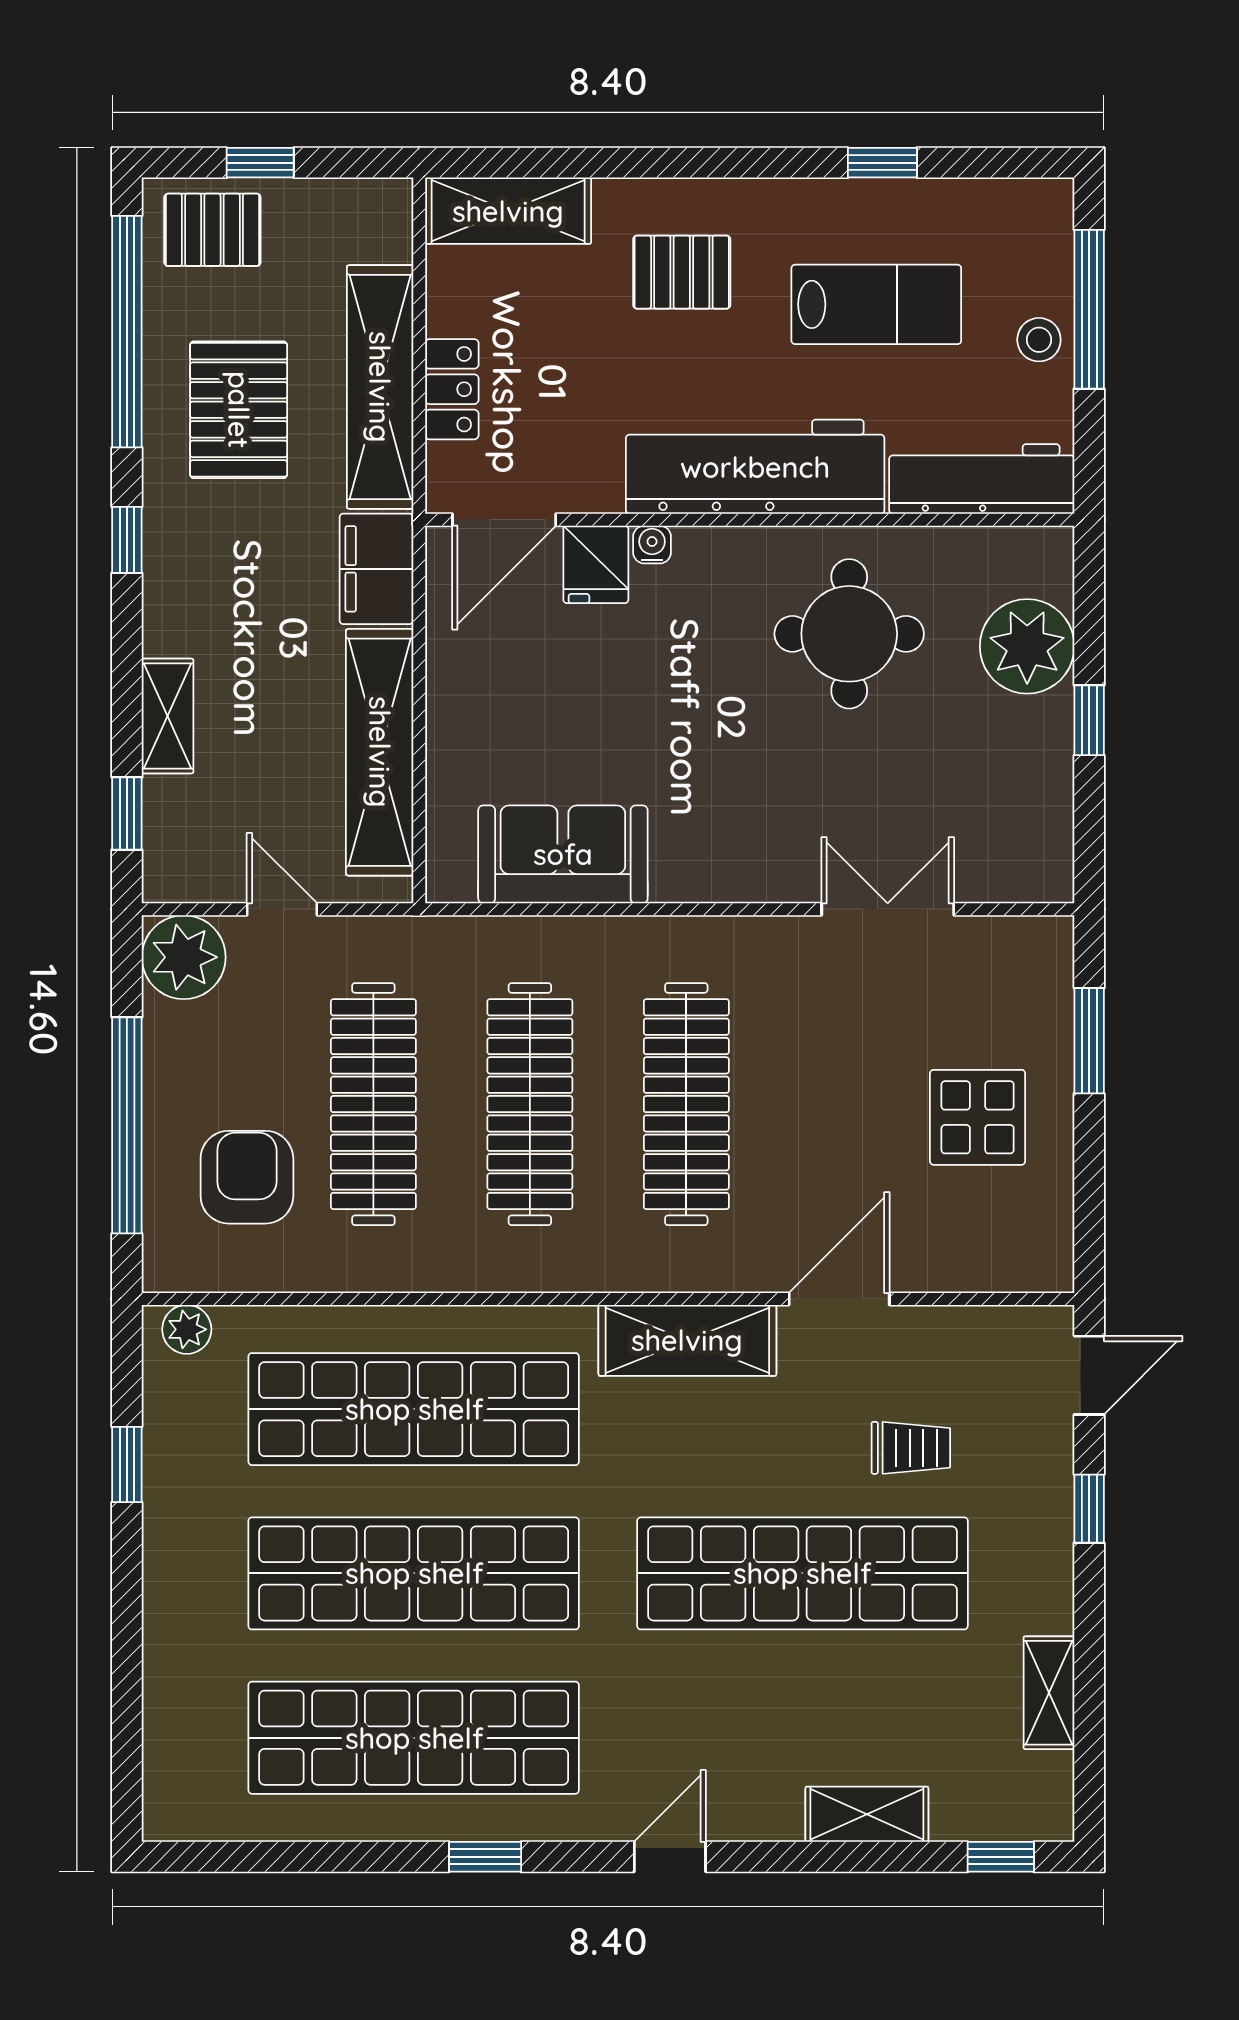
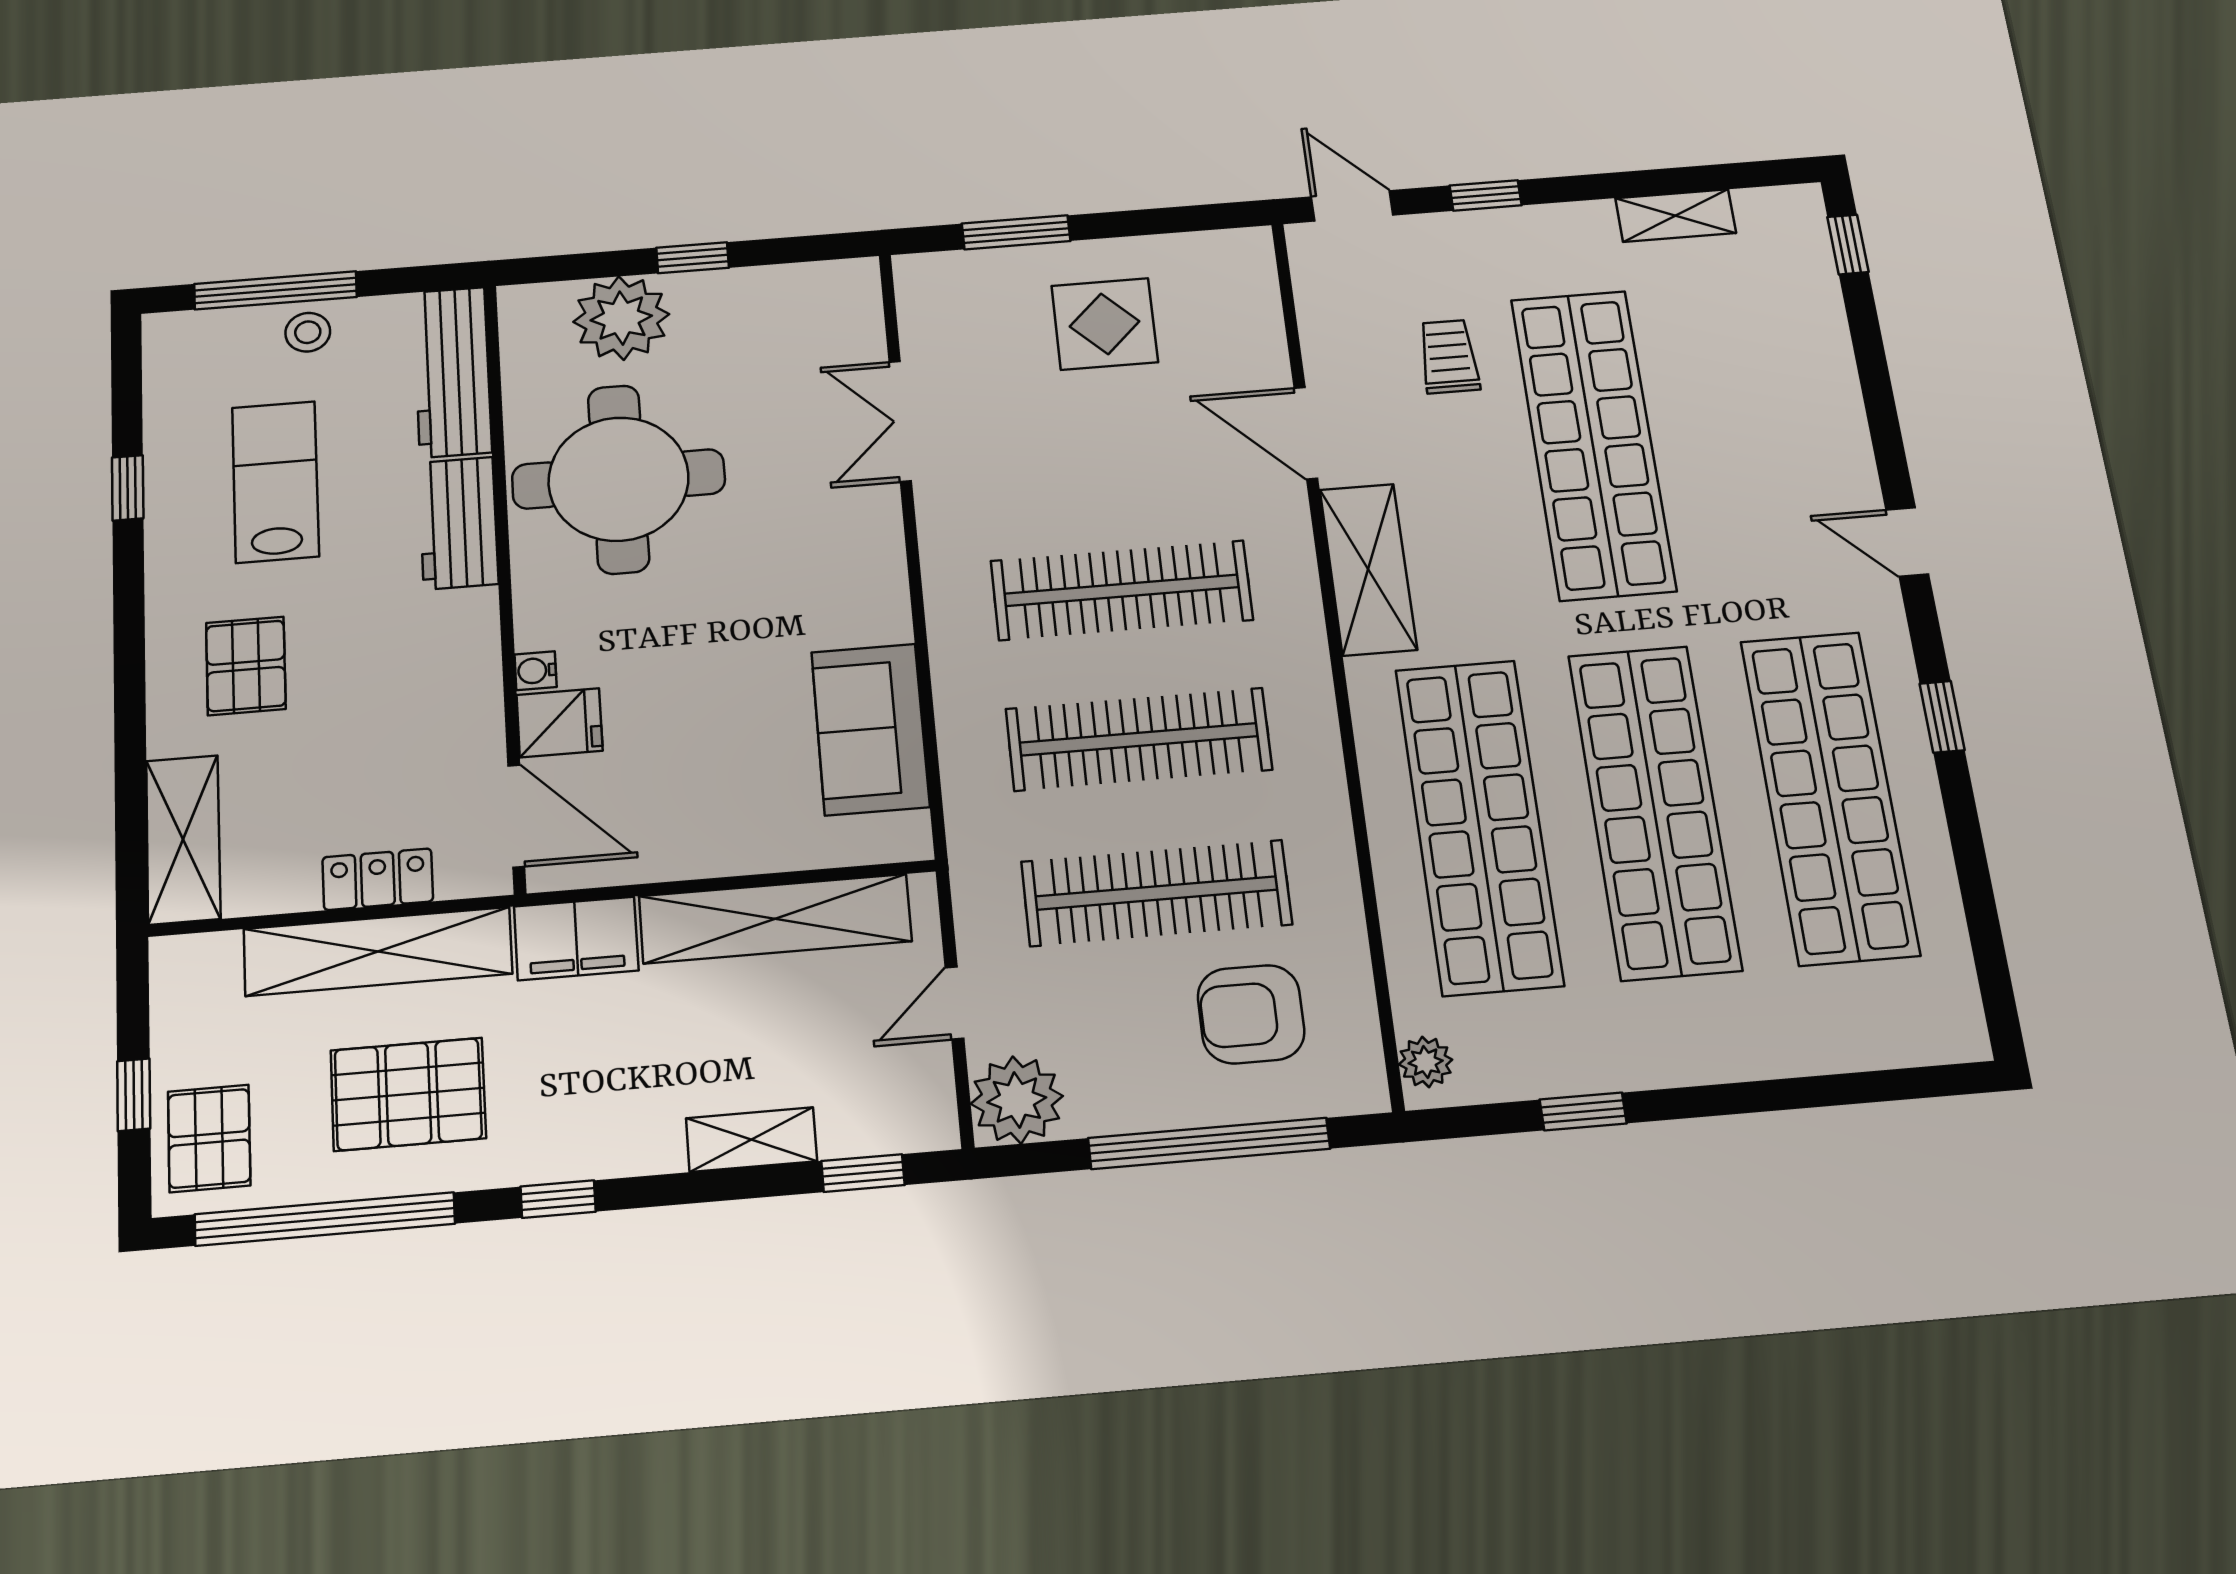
workbench: (755, 467) -> (458, 523), width x0.53, depth x0.76
round table: (849, 634) -> (618, 479), width x1.36, depth x1.36
shelving: (867, 1814) -> (1828, 366), removed

